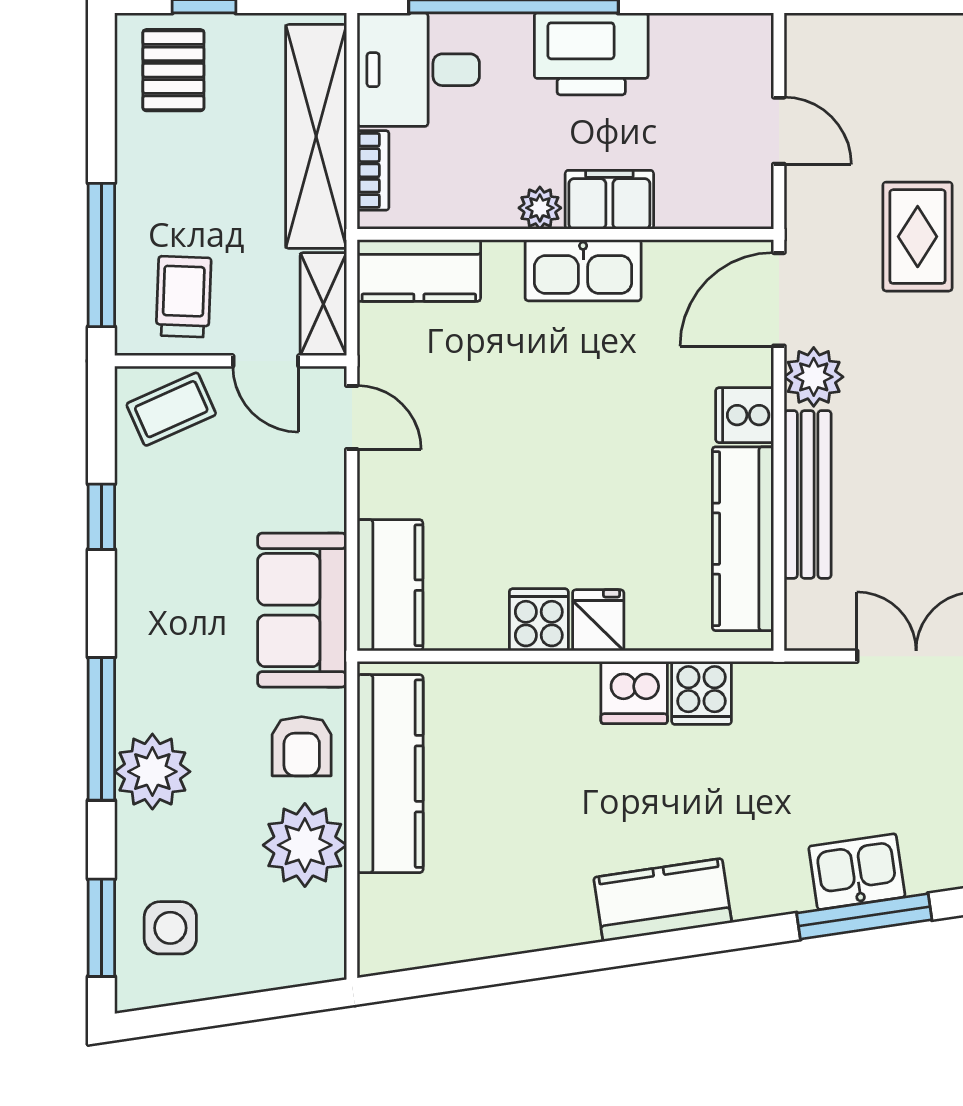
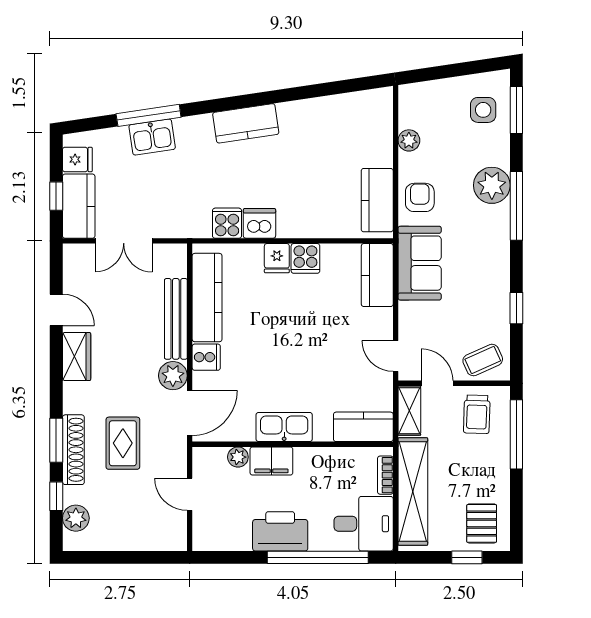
plant: (540, 208) -> (238, 457), moved
kitchen counter: (390, 774) -> (377, 200), width x0.67
plant: (305, 845) -> (409, 140), width x0.53, depth x0.53

